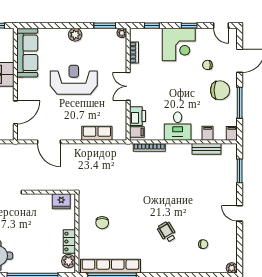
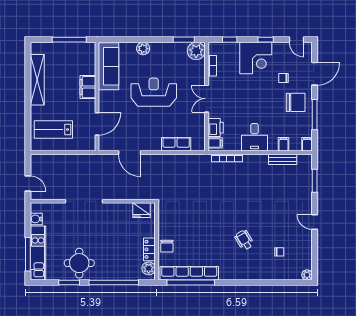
plant: (122, 33) -> (196, 51), width x1.88, depth x1.88
plant: (75, 35) -> (143, 49), moved
chair: (102, 223) -> (167, 246), moved

